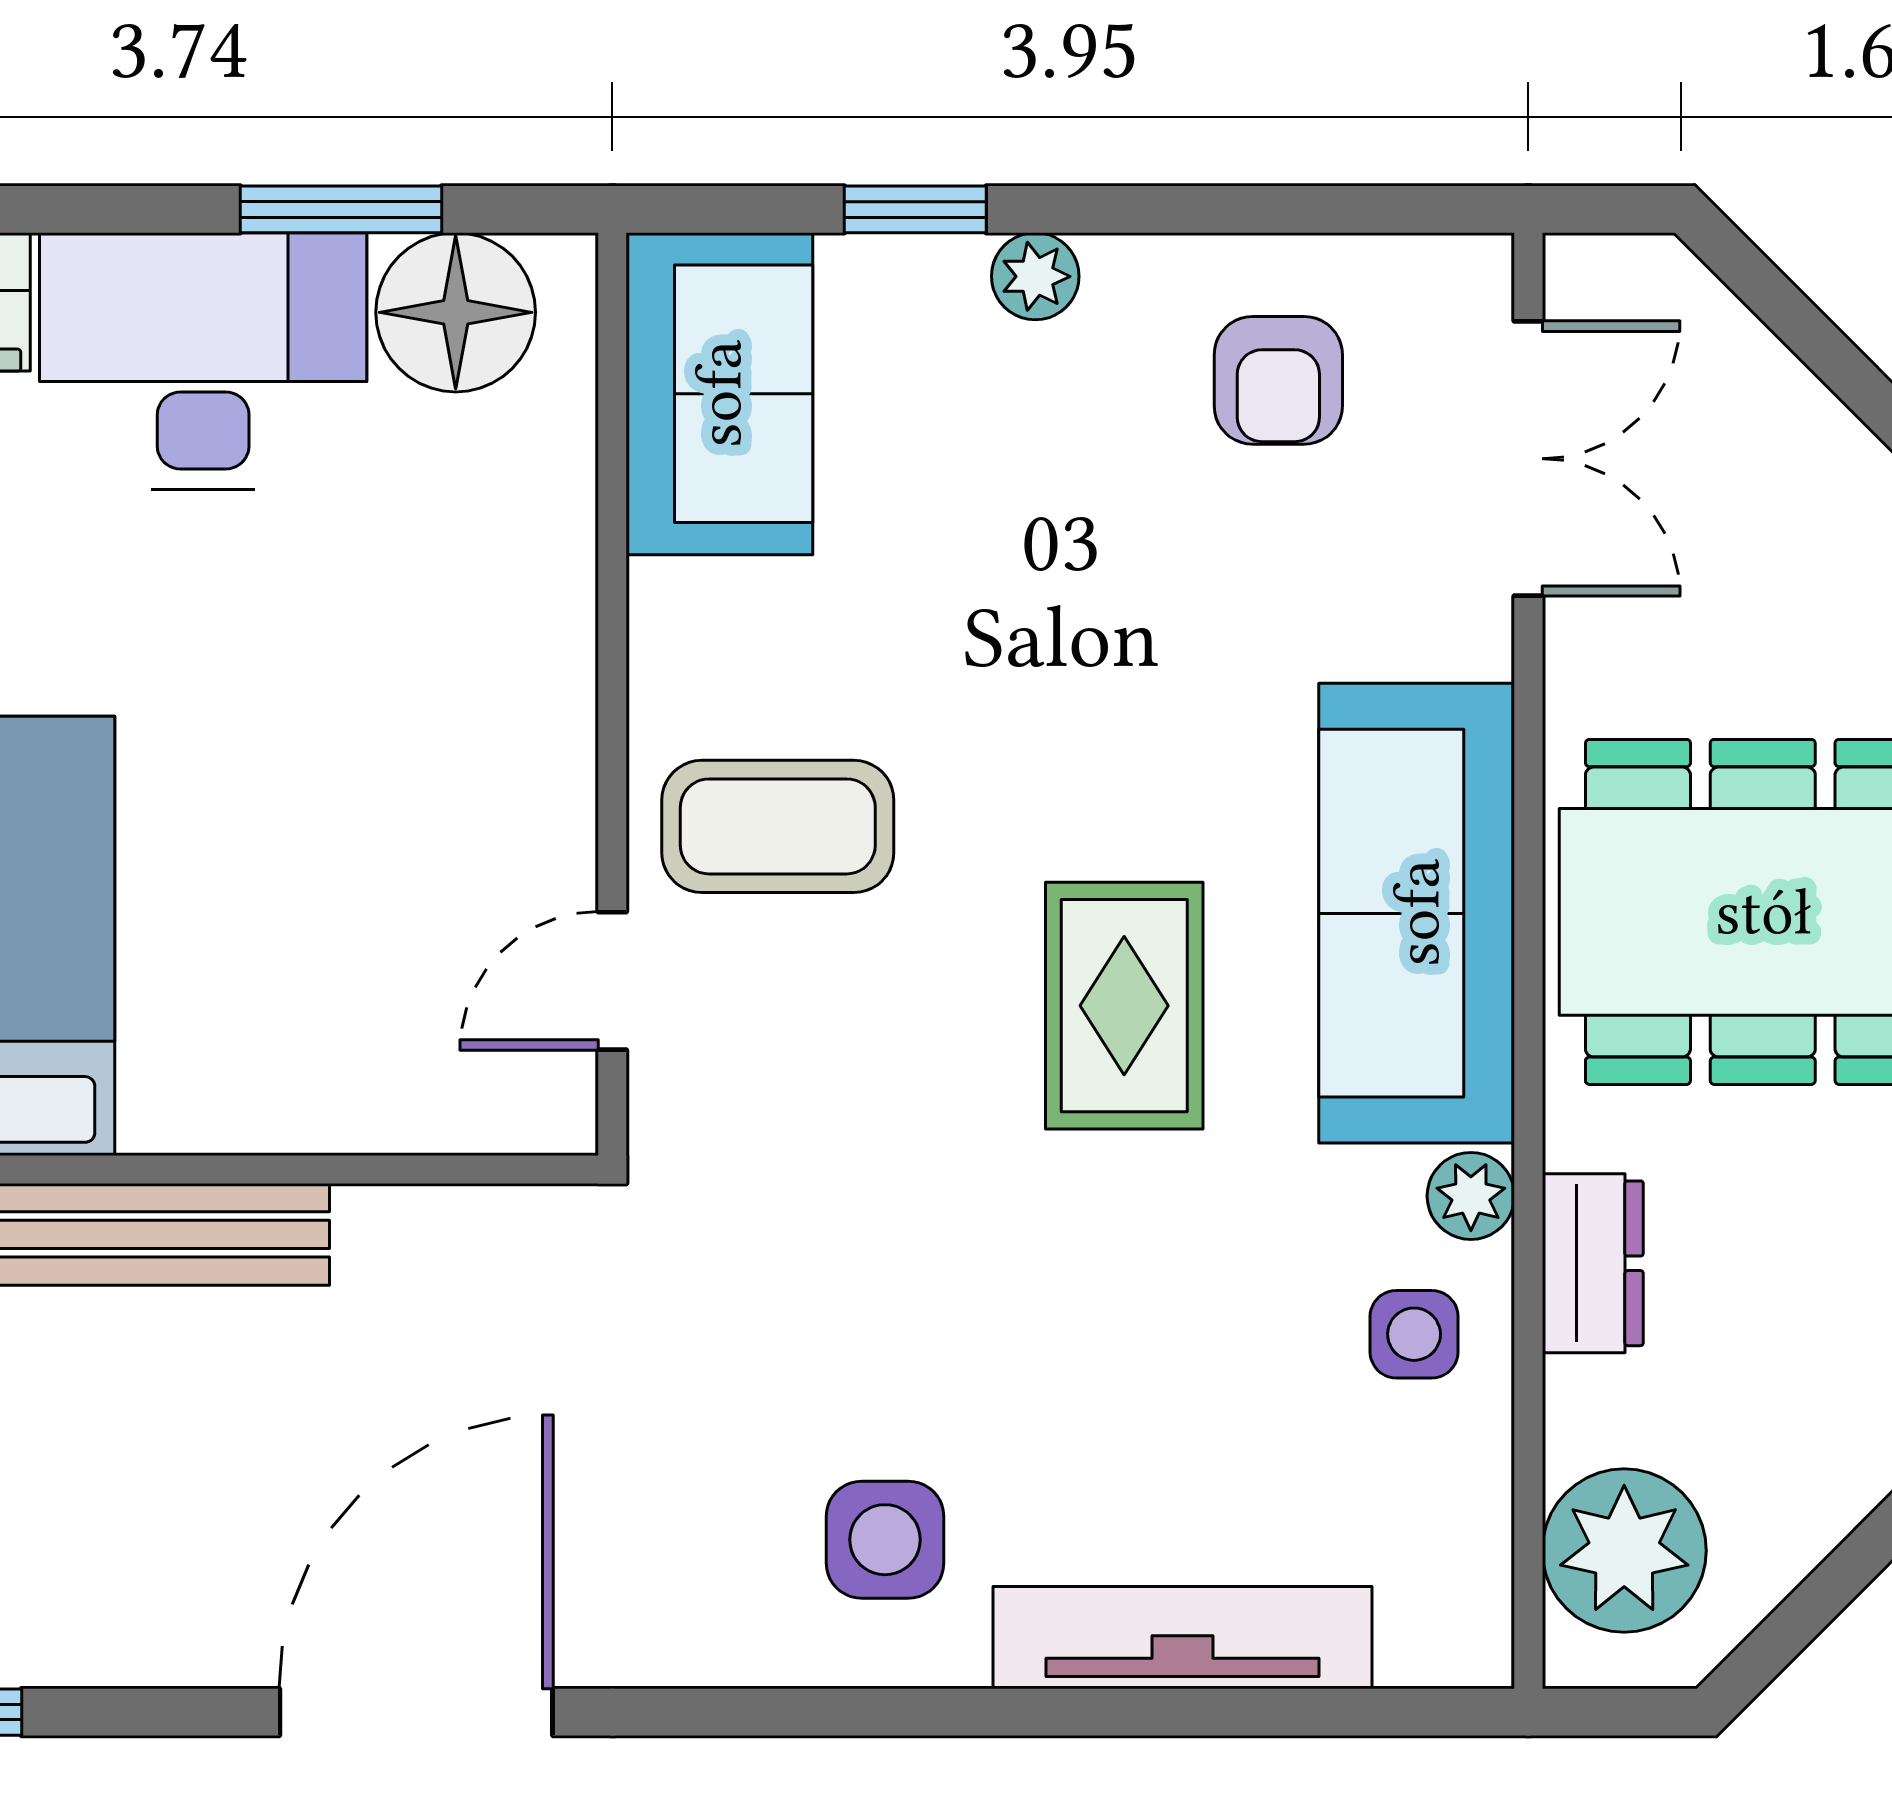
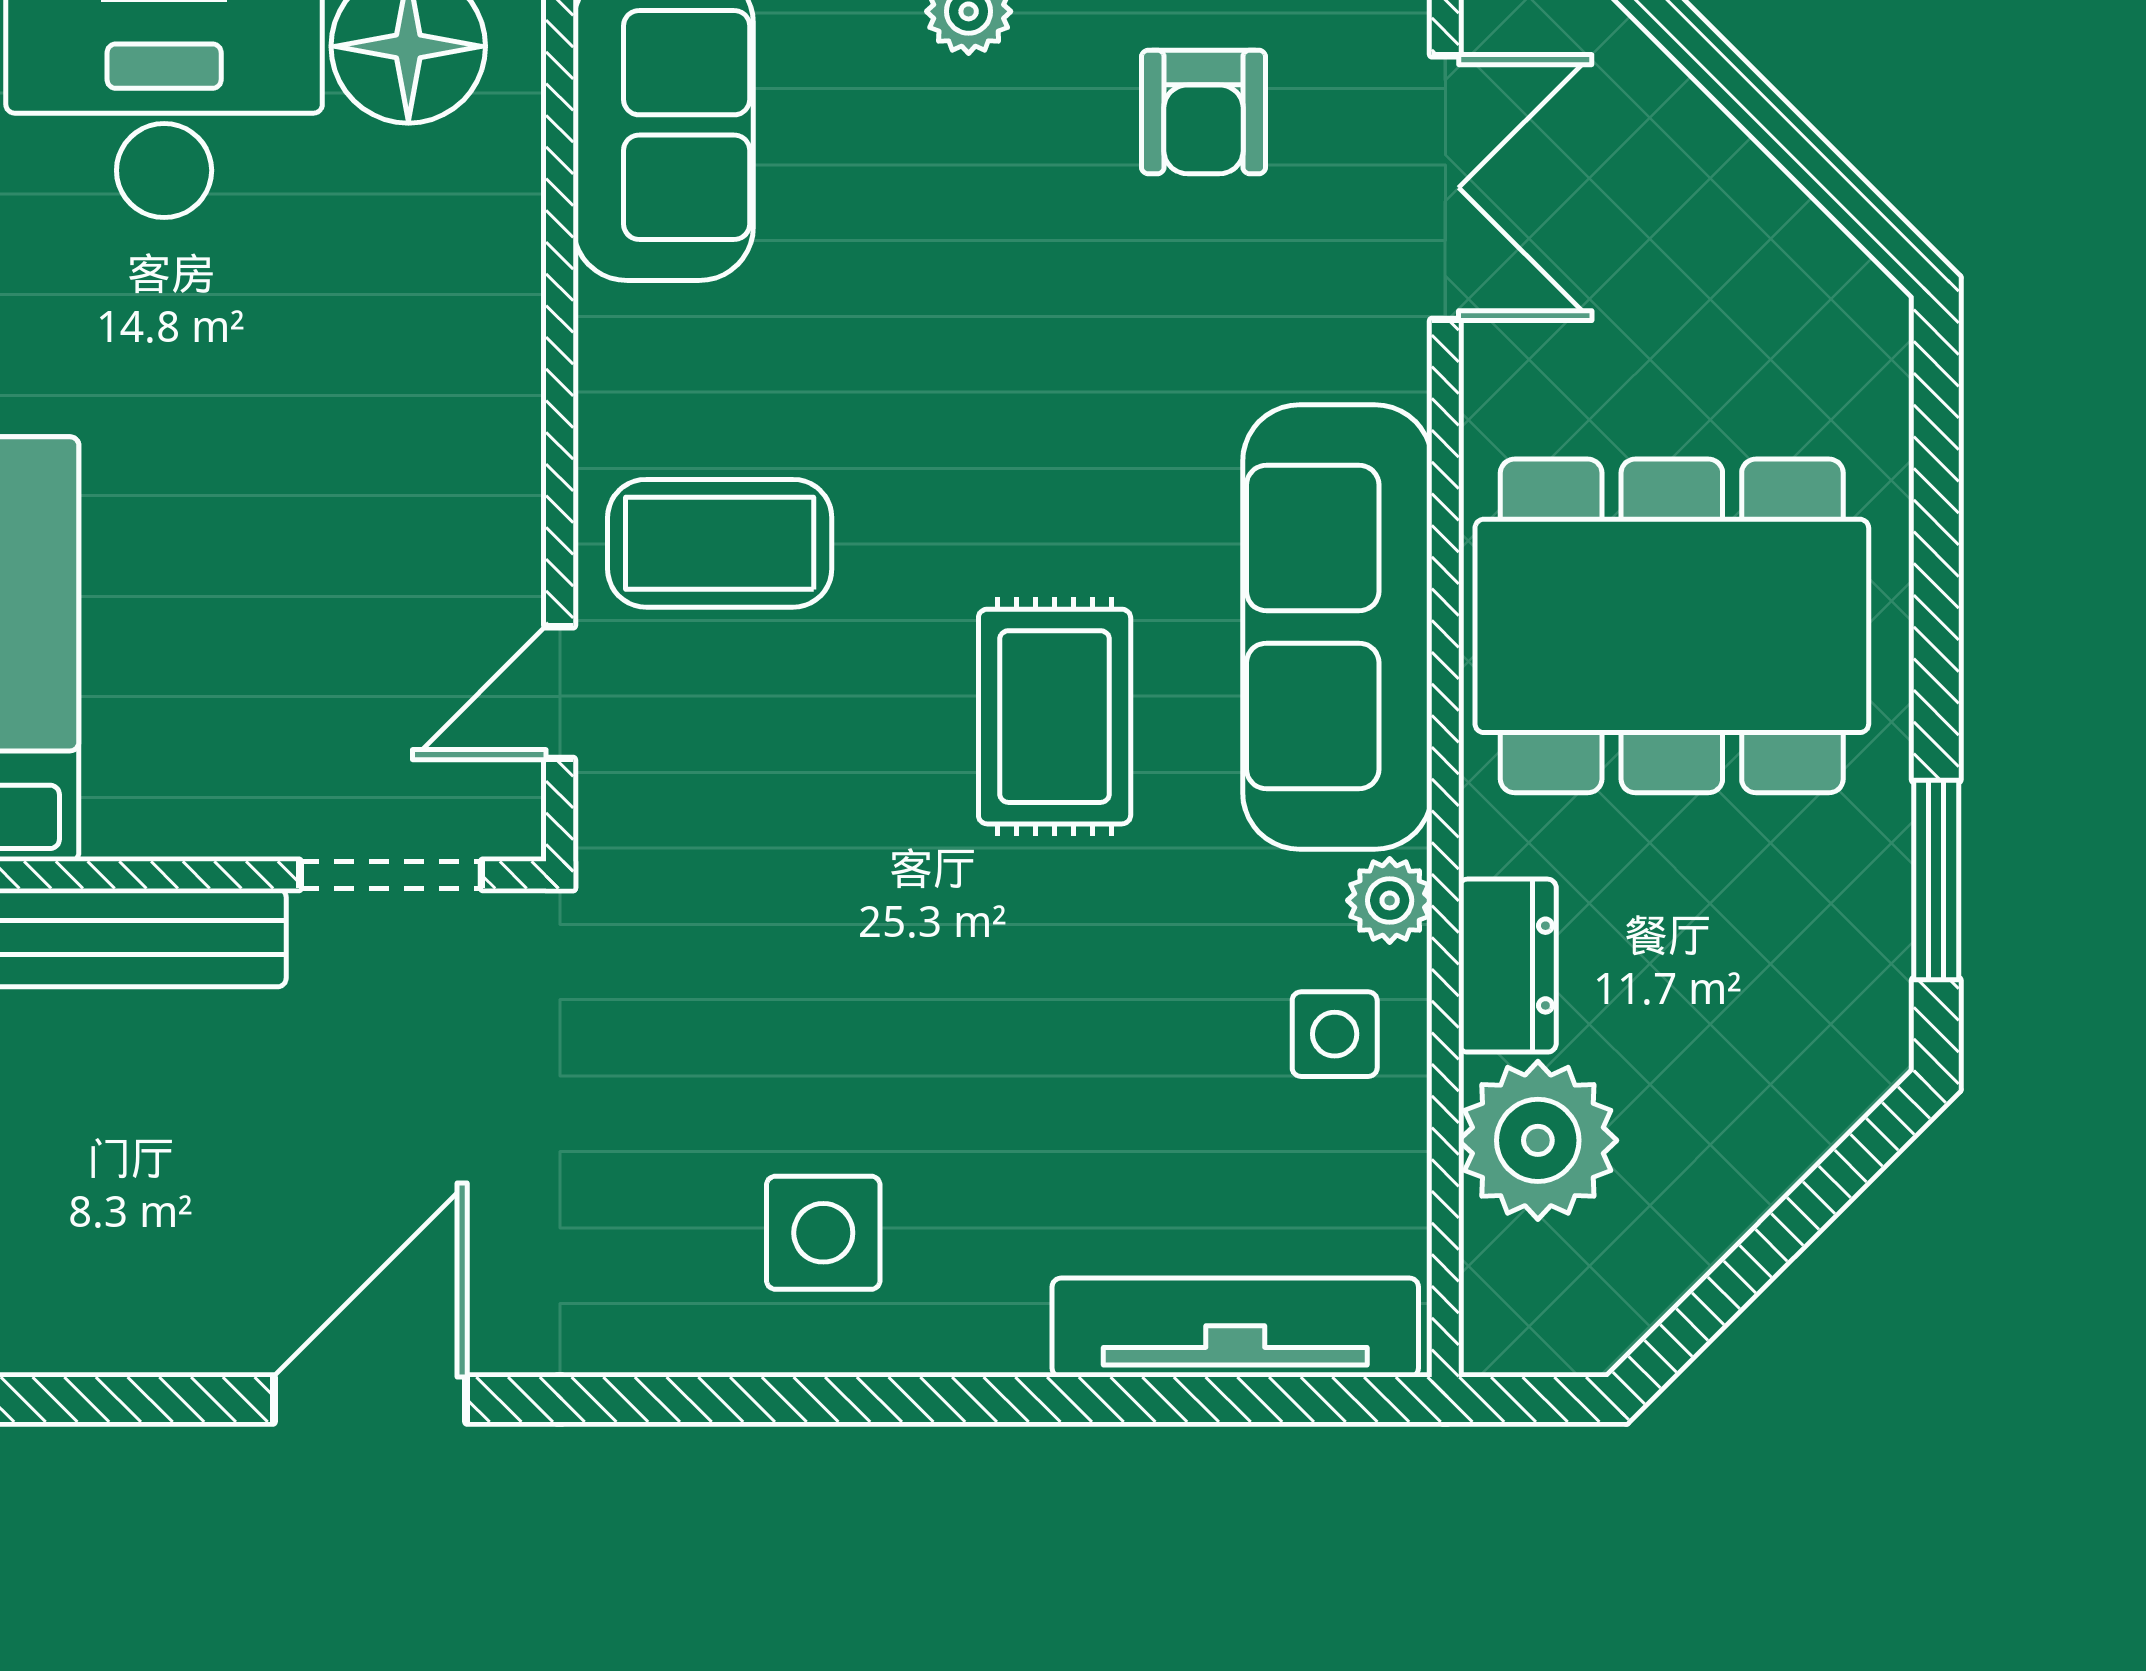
doorway: (438, 1170) -> (391, 875), added
plant: (1624, 1551) -> (1538, 1140), moved
tv unit: (1182, 1638) -> (1235, 1328), moved
door: (416, 1712) -> (370, 1400), width x0.73

